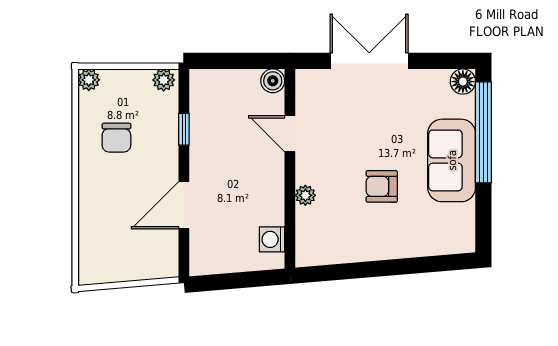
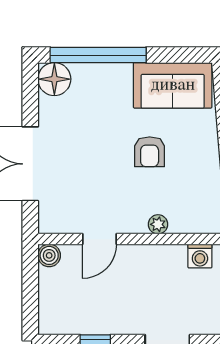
floor lamp: (463, 82) -> (54, 79), width x1.38, depth x1.38
sofa: (452, 160) -> (173, 85), moved

